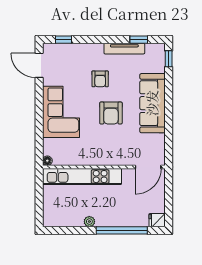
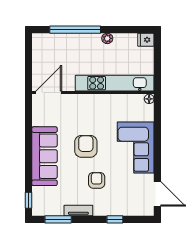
window: (63, 40) -> (115, 219), moved
window: (139, 40) -> (58, 219), width x1.50
tv unit: (124, 49) -> (78, 210), width x0.71
fridge: (157, 220) -> (146, 40), moved, turned 180

